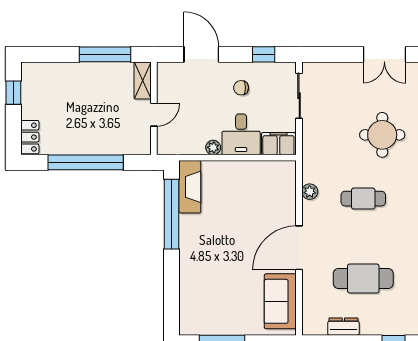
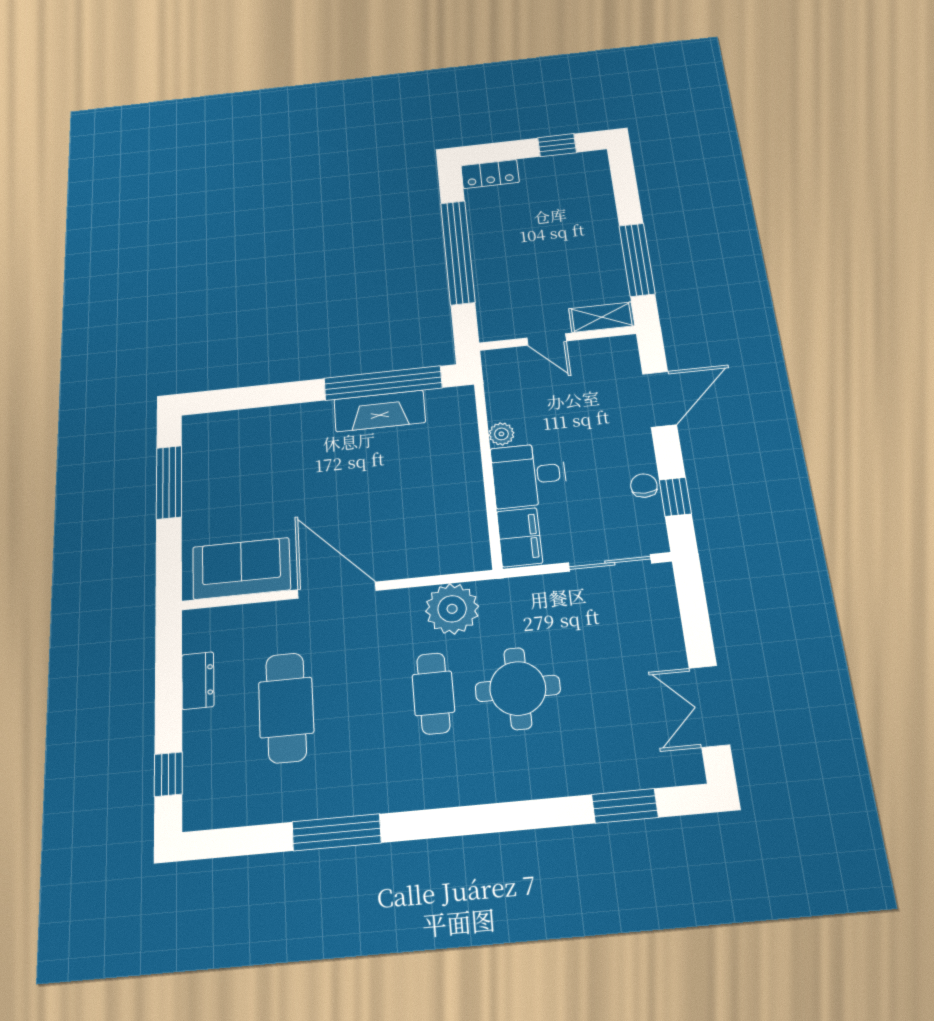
chair: (241, 88) -> (644, 486), moved
round table: (382, 135) -> (518, 688), moved
fireplace: (190, 187) -> (380, 411), moved
plant: (310, 192) -> (452, 609), width x1.88, depth x1.88

